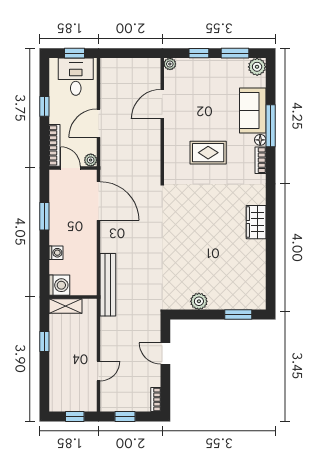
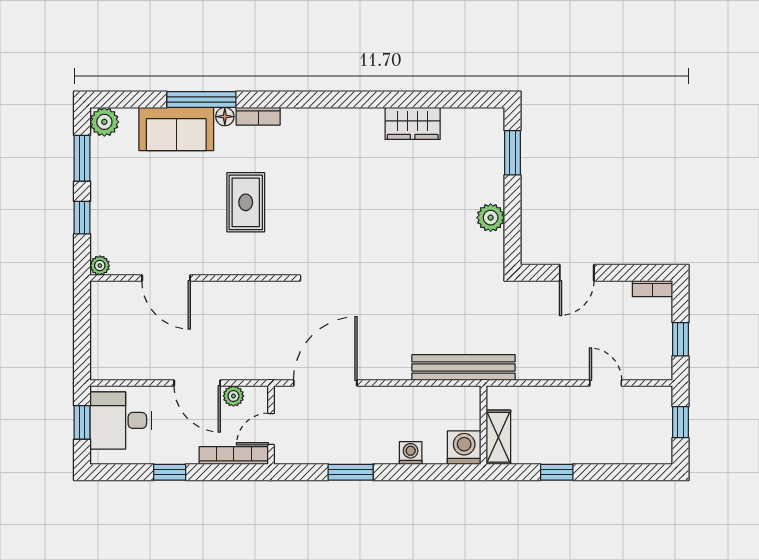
plant: (91, 160) -> (233, 396), moved
wardrobe: (256, 222) -> (413, 123), moved

